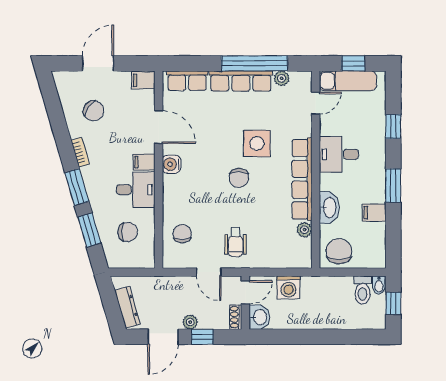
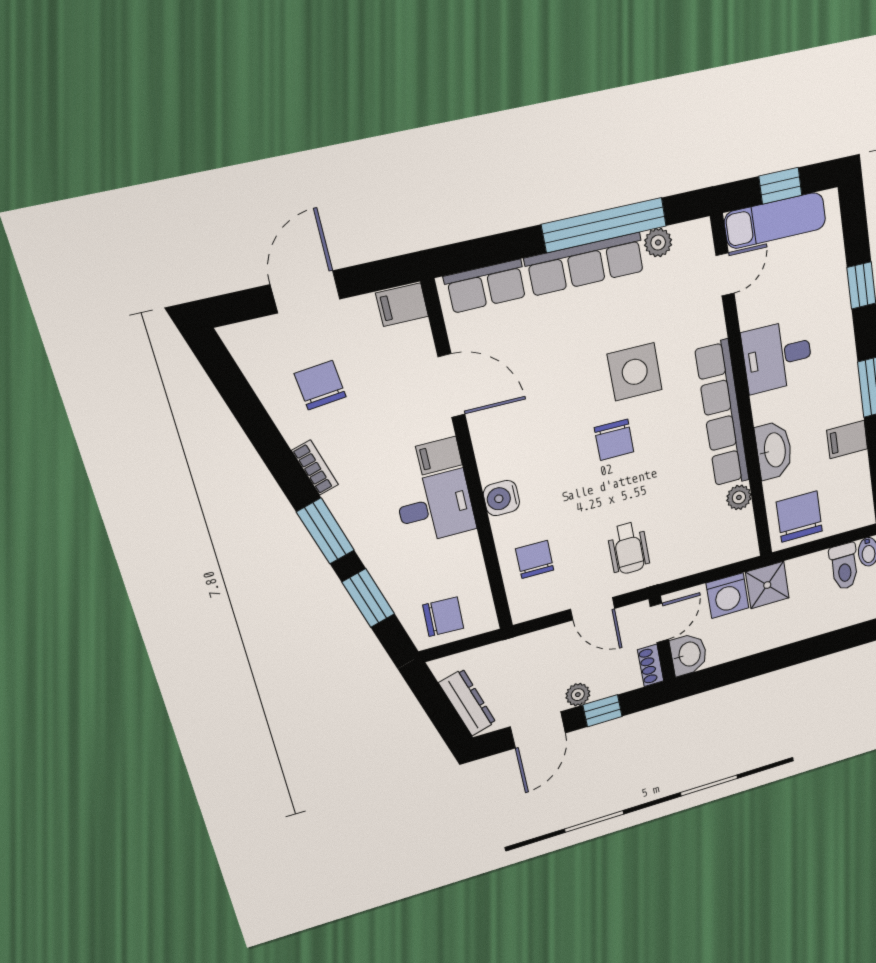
chair: (94, 111) -> (320, 385), turned -131
water cooler: (171, 164) -> (501, 498), moved
chair: (128, 232) -> (443, 617), moved
shower: (314, 288) -> (767, 585), added

